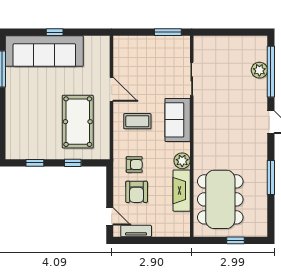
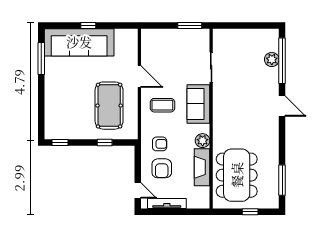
window: (35, 163) -> (60, 143), moved
window: (271, 178) -> (282, 180), moved
tv unit: (136, 231) -> (167, 204), width x1.41

